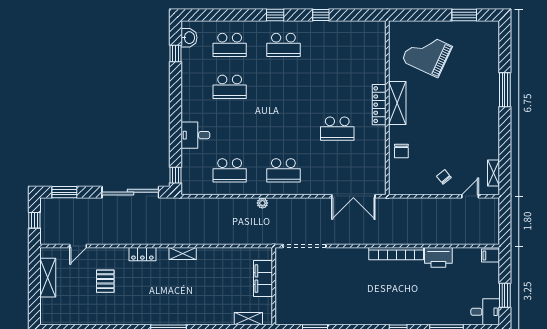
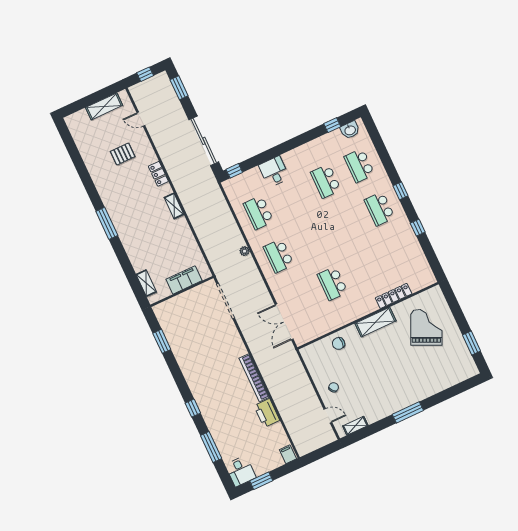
window: (505, 90) -> (408, 412), moved
locker: (379, 105) -> (394, 296), moved

